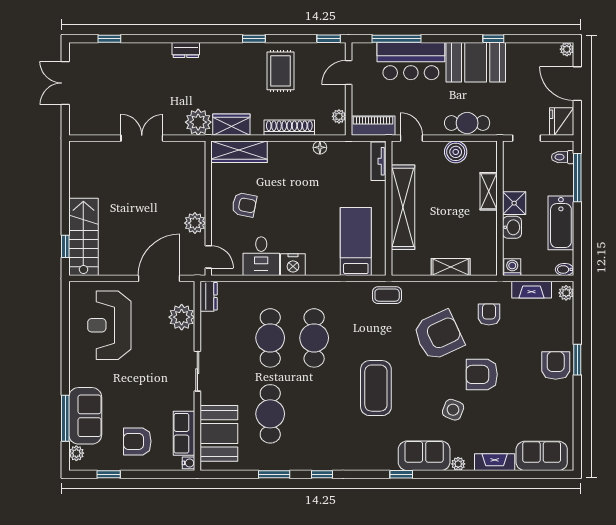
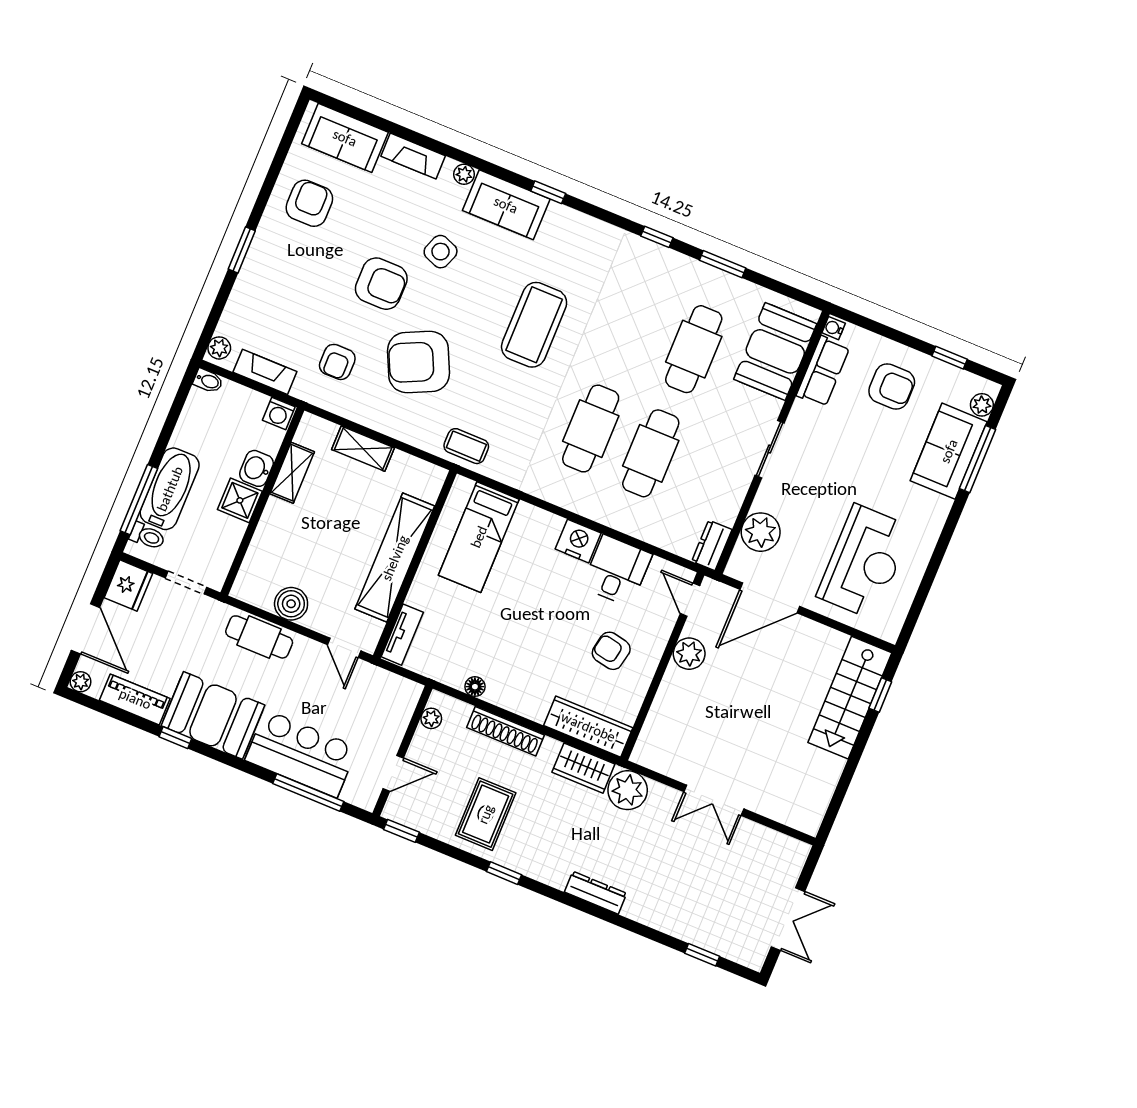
dresser: (186, 50) -> (596, 893), width x1.44
piano: (373, 126) -> (135, 699), moved, turned 180
shelving: (489, 191) -> (292, 473), moved
bathtub: (561, 223) -> (170, 489), moved
armchair: (556, 366) -> (309, 203), moved, turned 180

